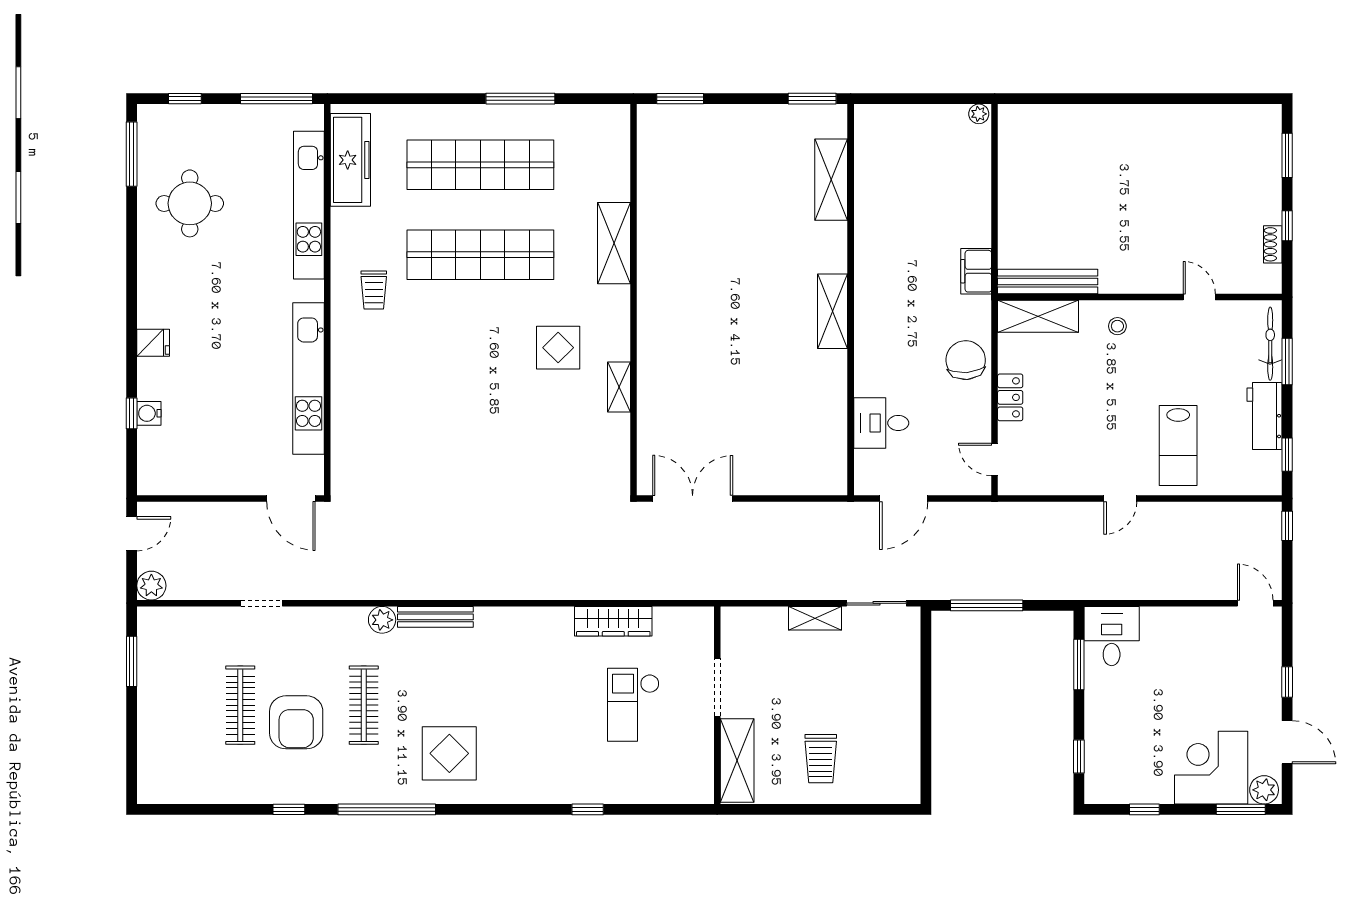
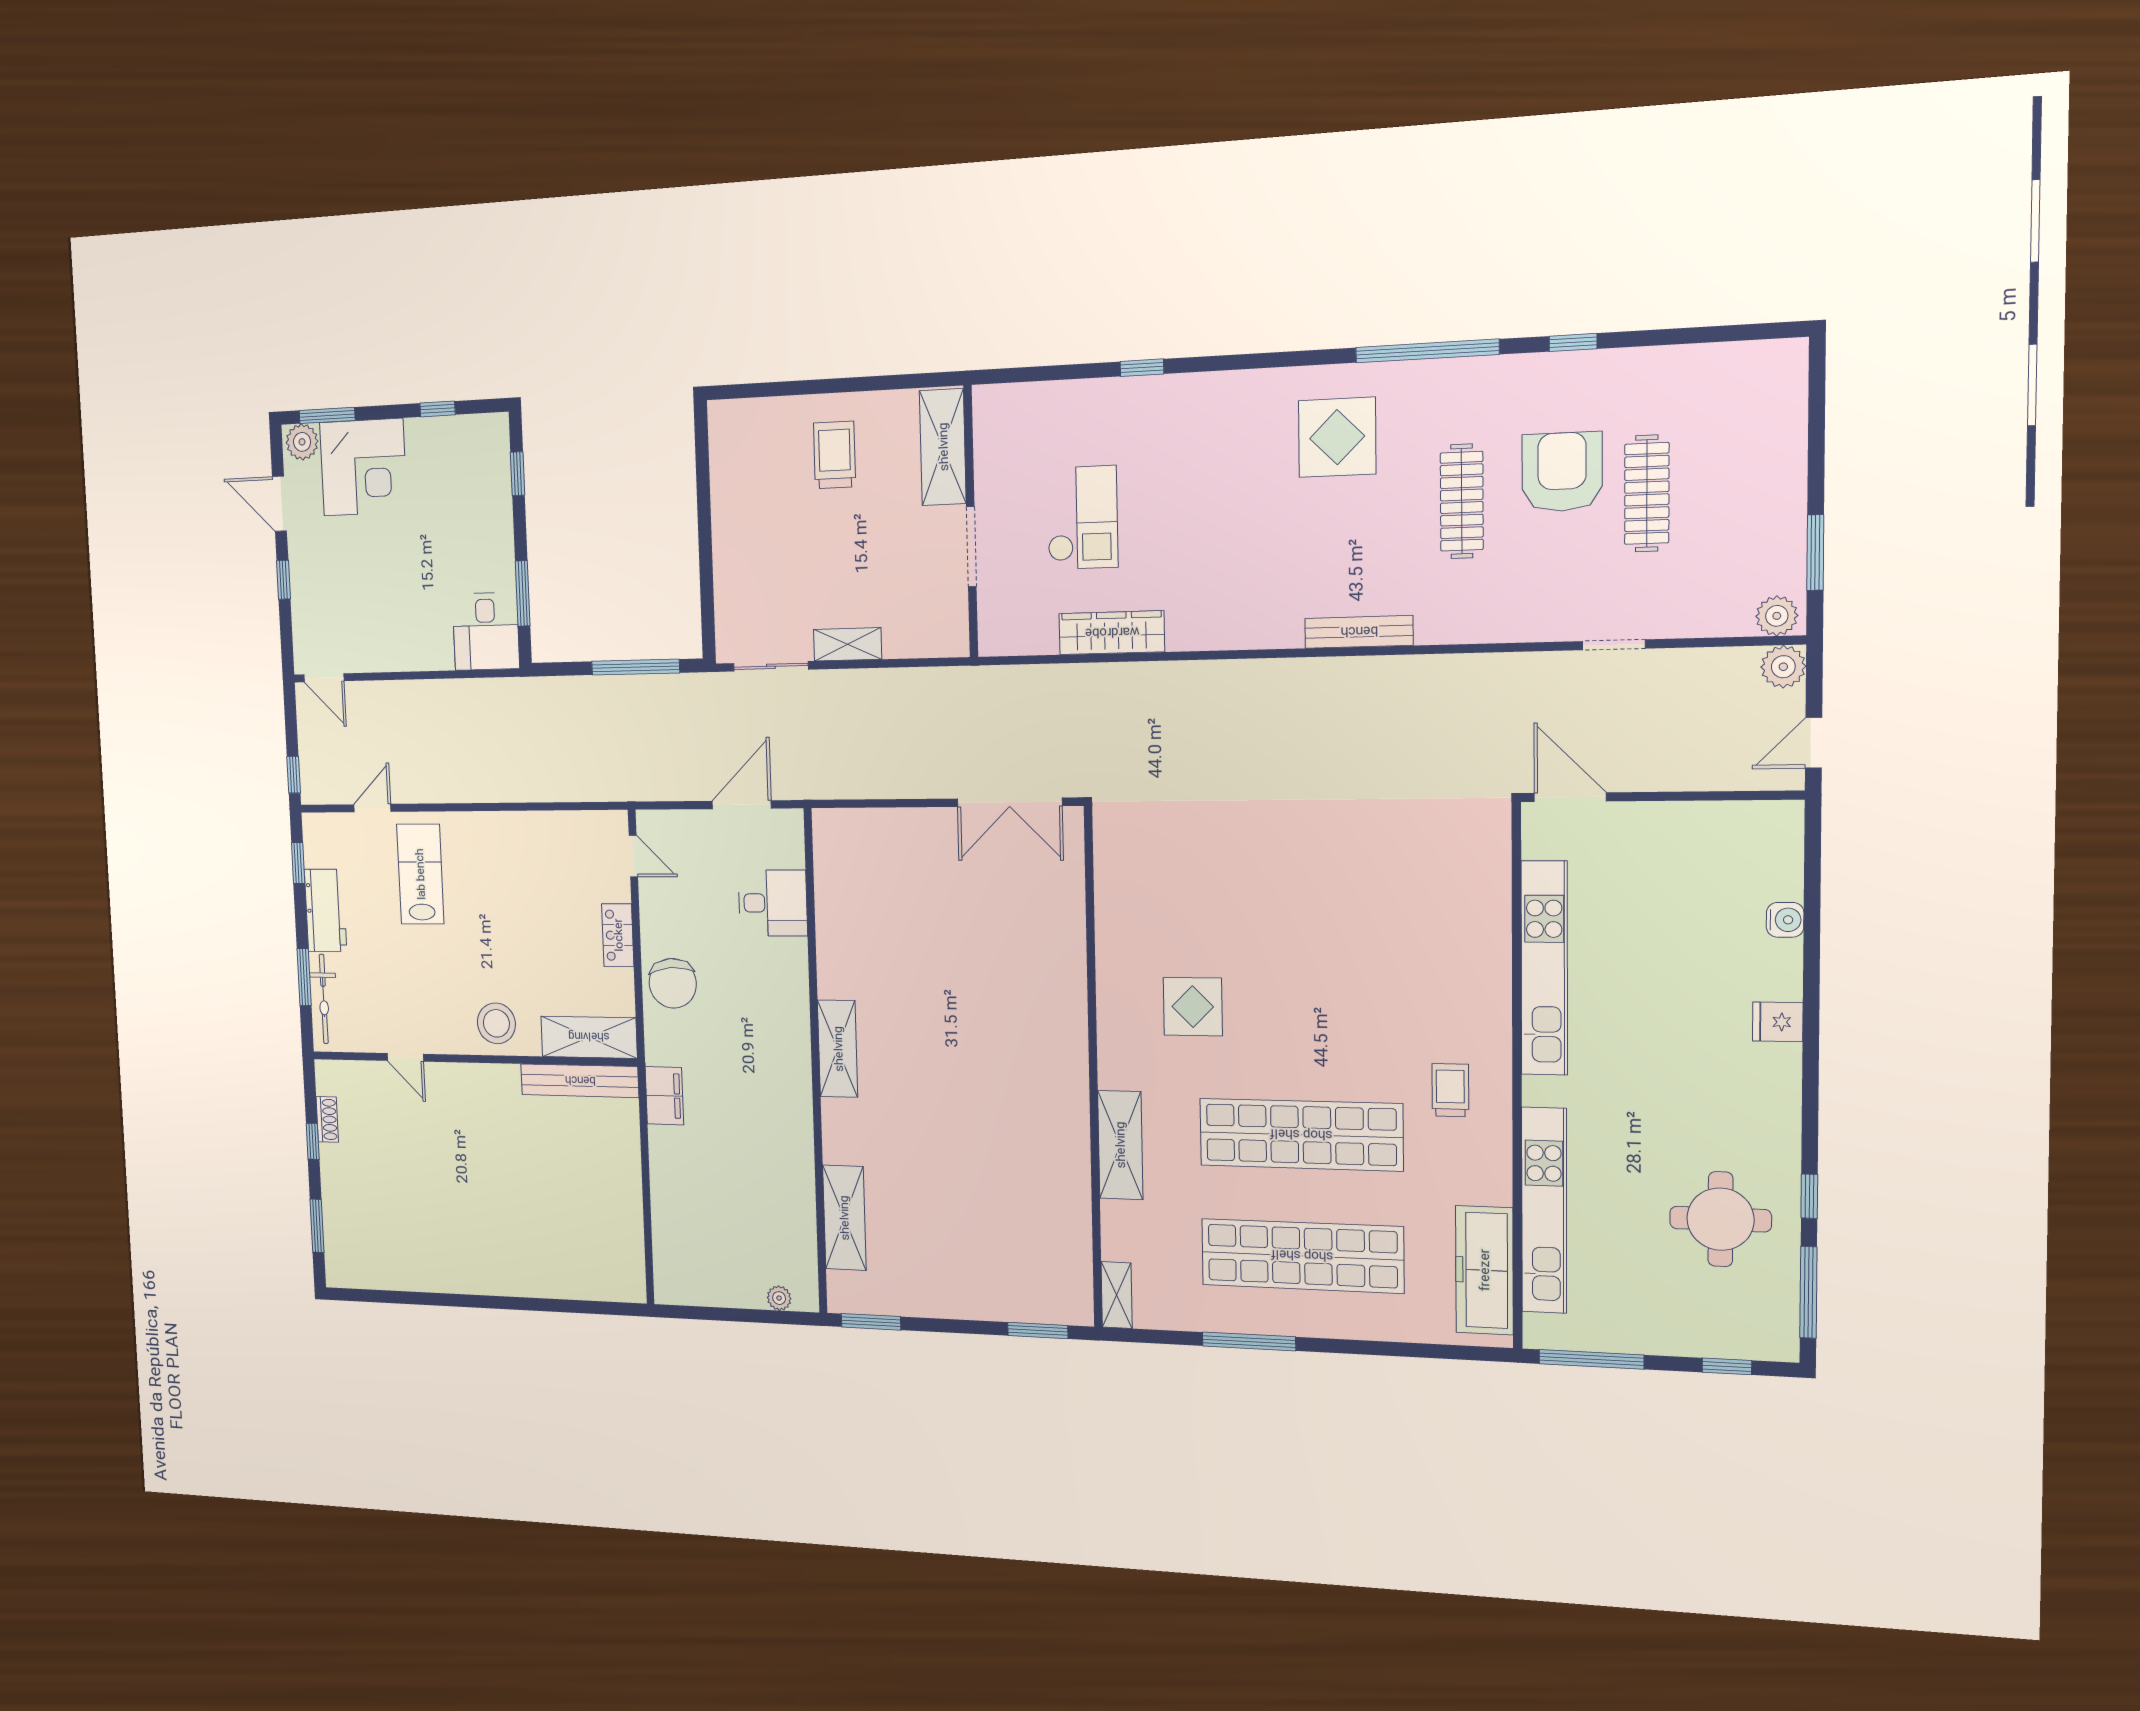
plant: (979, 114) -> (779, 1298), moved
stool: (1117, 326) -> (496, 1023), width x1.89, depth x1.89
shelving: (619, 387) -> (1117, 1295), moved
window: (132, 413) -> (1809, 1196), moved
door: (1120, 499) -> (372, 808), moved
plant: (382, 620) -> (1777, 616), moved

